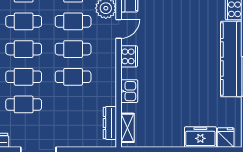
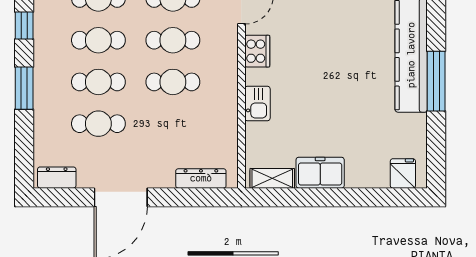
dresser: (110, 123) -> (201, 178), moved, turned 90
shelving: (127, 128) -> (272, 178), moved, turned 90
freezer: (200, 137) -> (320, 173), moved

